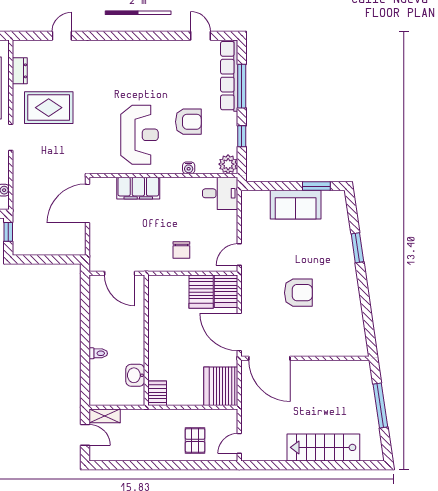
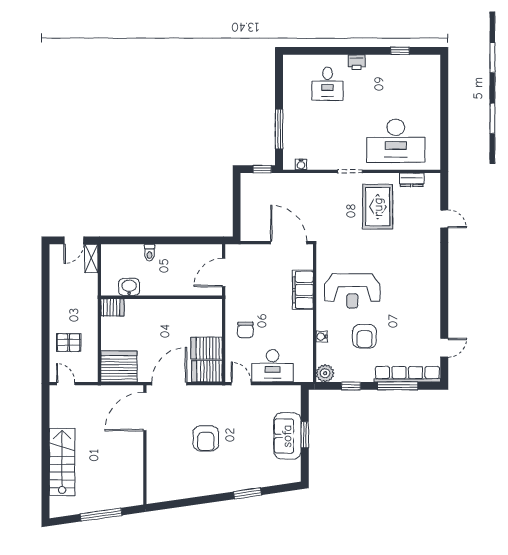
window: (316, 186) -> (305, 435), moved
desk: (220, 193) -> (273, 366), moved, width x1.37
chair: (181, 250) -> (245, 330), turned -90

